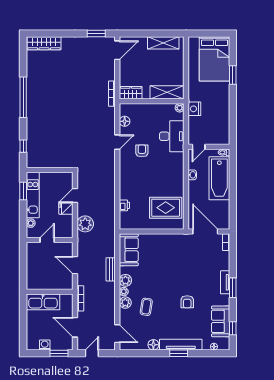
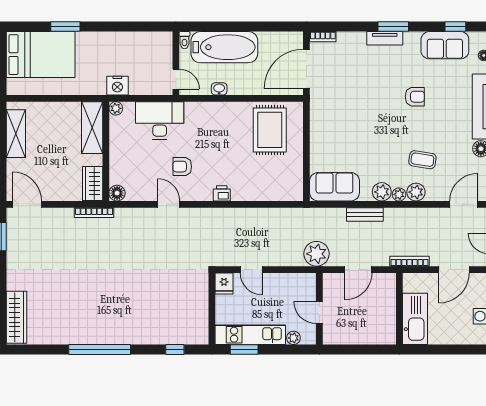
floor lamp: (125, 121) -> (117, 193), moved
printer: (124, 205) -> (222, 193), moved
fridge: (66, 209) -> (224, 284), moved
plant: (85, 224) -> (316, 254), moved

